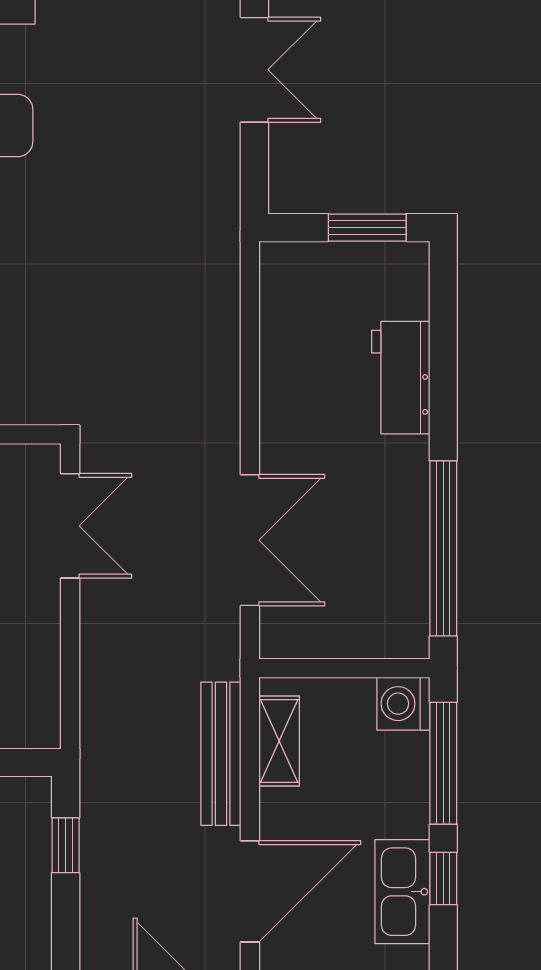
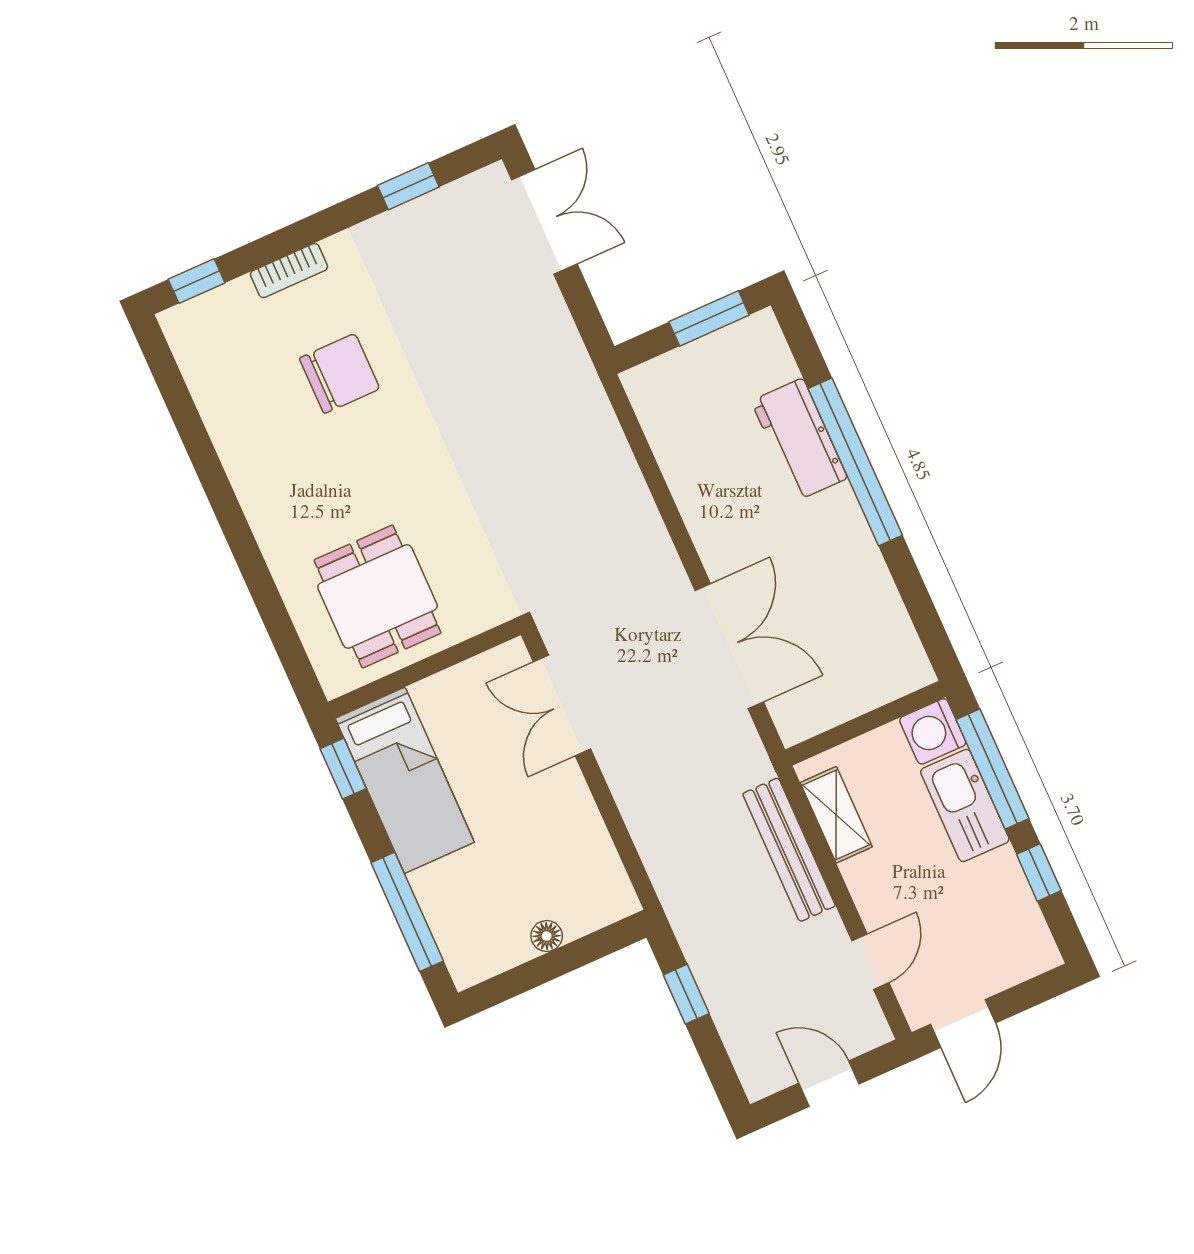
double door: (70, 526) -> (562, 705), swing flipped
window: (443, 548) -> (855, 462), moved
door: (250, 891) -> (870, 962), width x0.53
kitchen sink: (402, 892) -> (965, 805), moved

